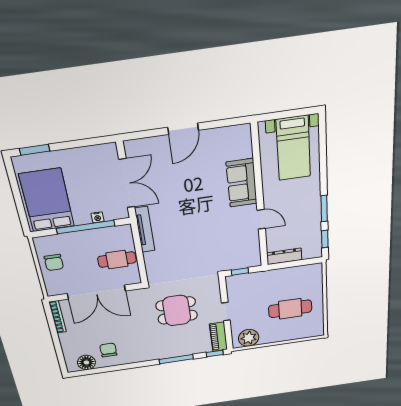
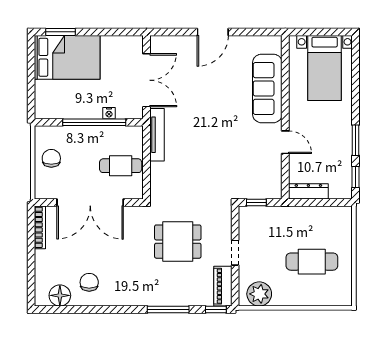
sofa: (242, 183) -> (267, 88), width x1.36
bed: (47, 200) -> (67, 57), moved, turned 90
chair: (54, 262) -> (51, 158), turned 180

